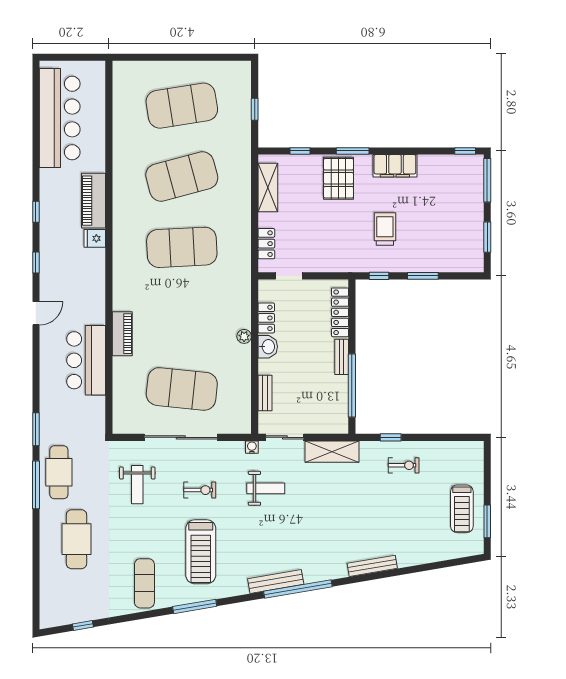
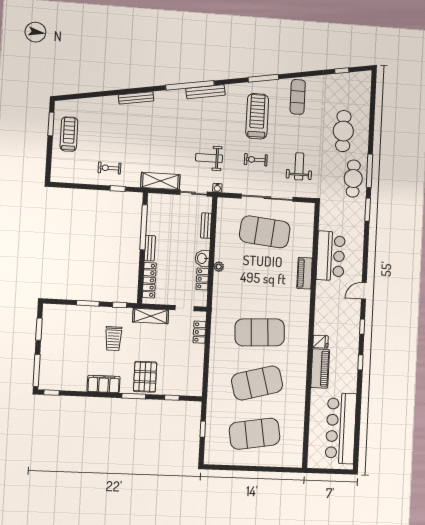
shelving: (268, 187) -> (151, 316), moved, turned 90

